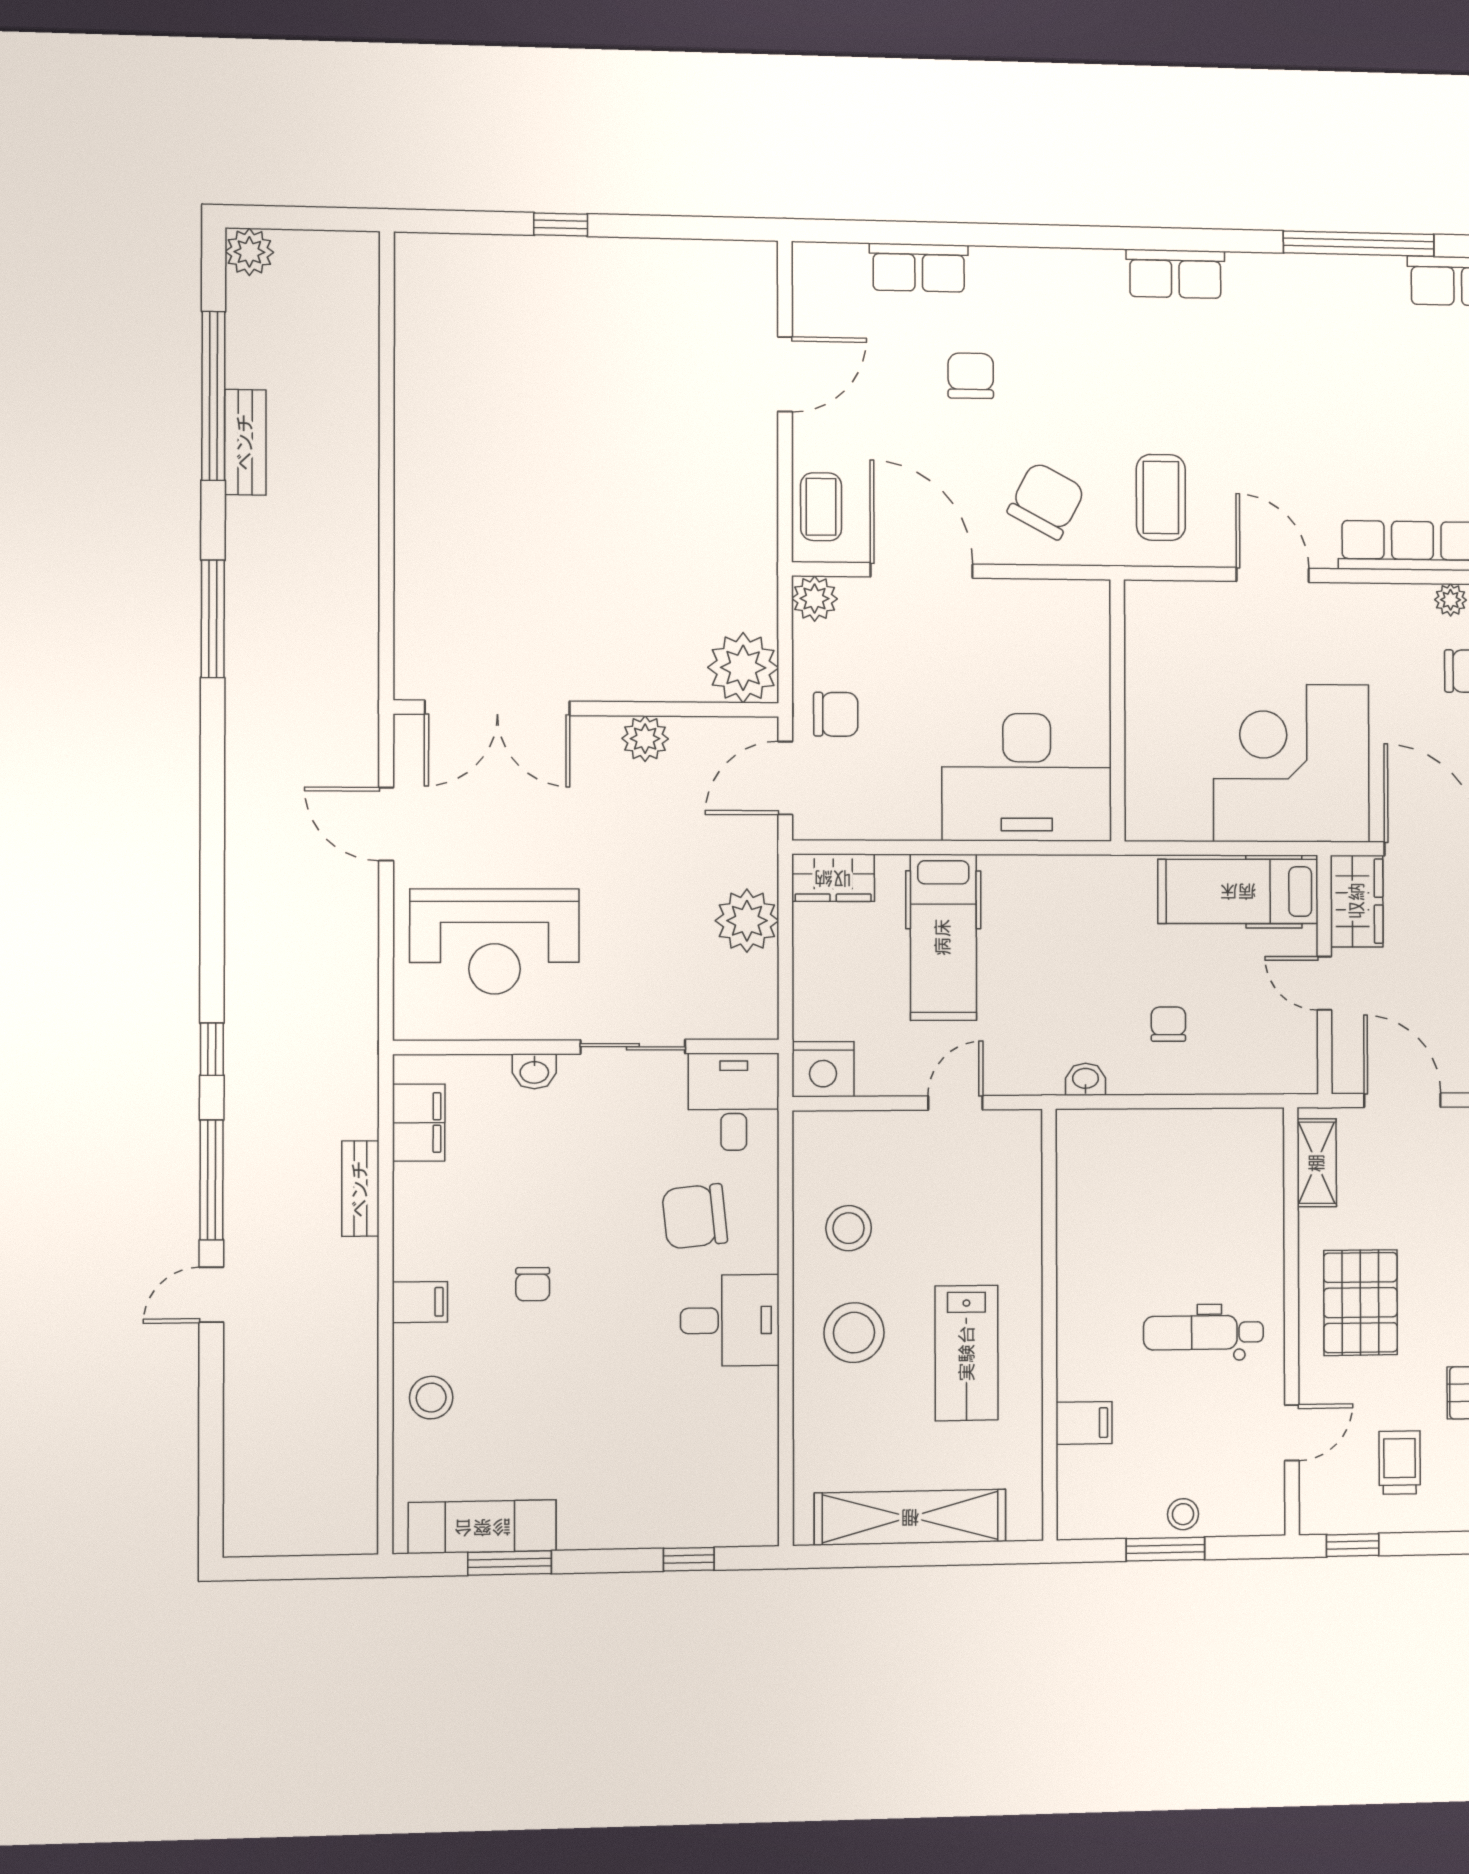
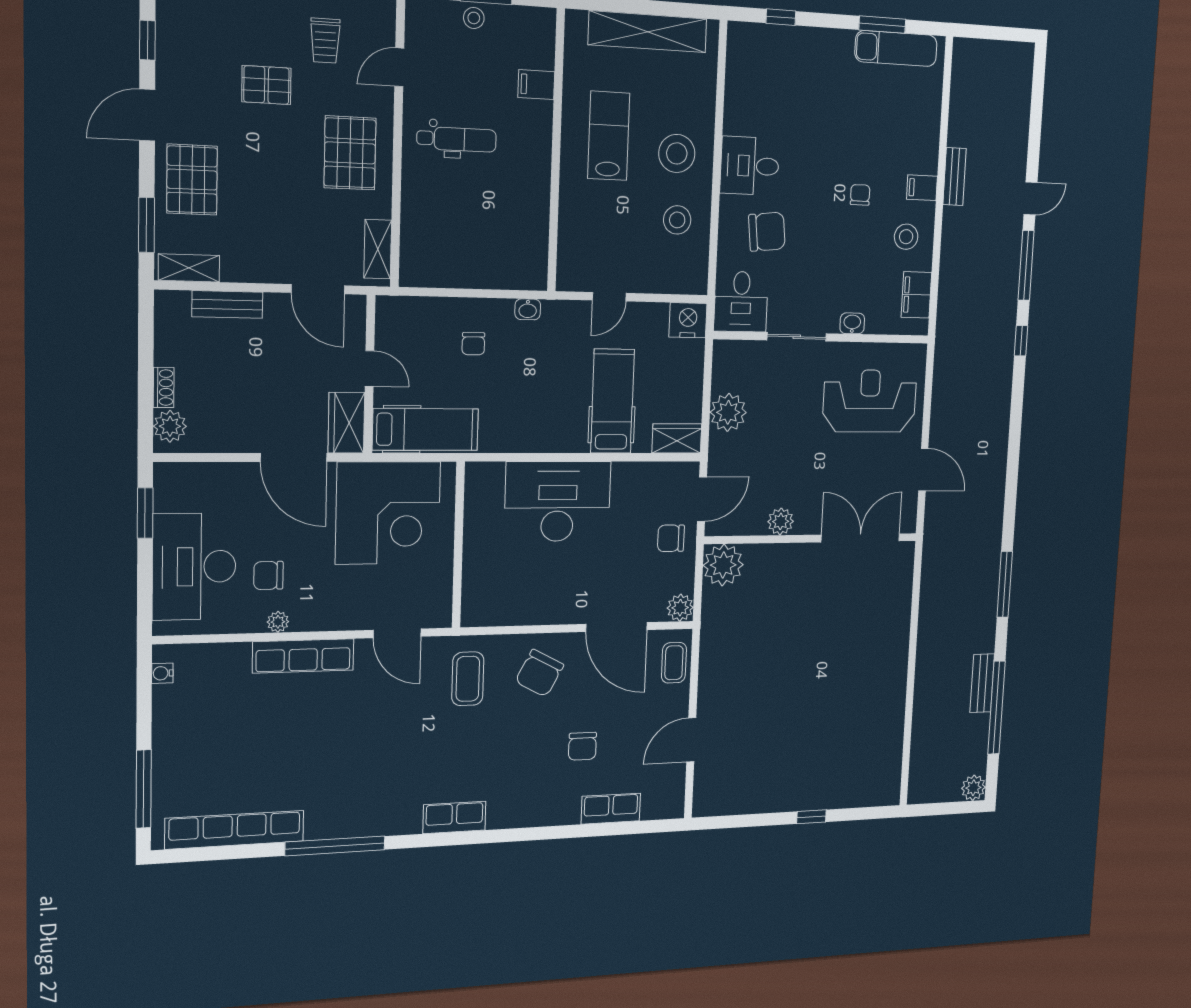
wall: (1117, 710) -> (458, 545), moved
bench: (360, 1189) -> (955, 177), moved
stool: (431, 1398) -> (906, 237), moved

